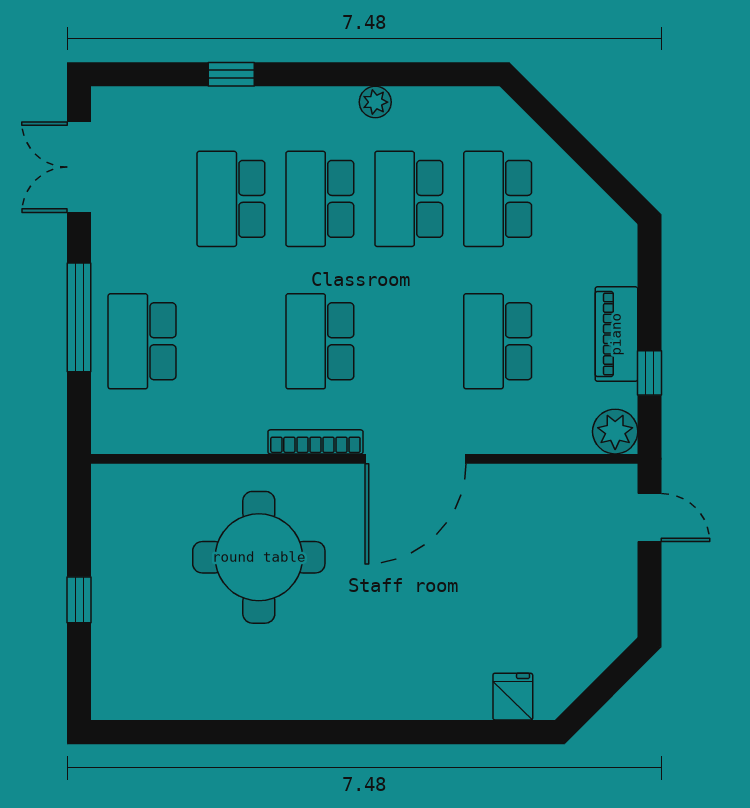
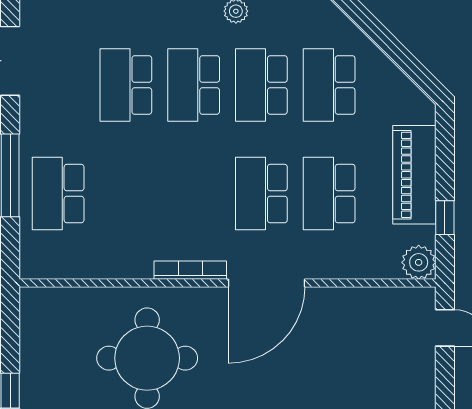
piano: (616, 334) -> (414, 175), width x1.37, depth x1.33
school desk: (320, 341) -> (261, 194), moved

